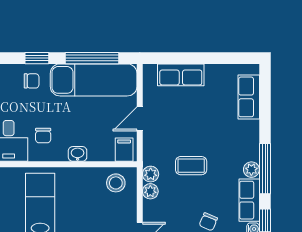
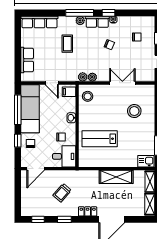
row of seats: (249, 97) -> (39, 22), width x1.48
coffee table: (191, 166) -> (67, 44), moved

